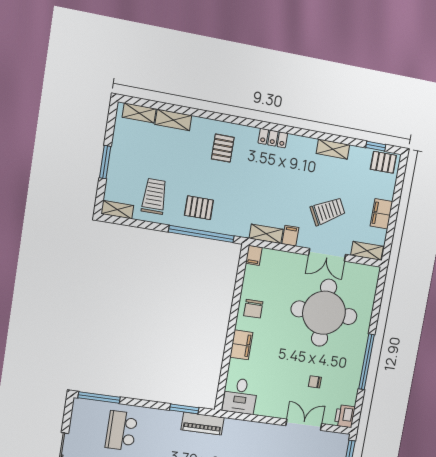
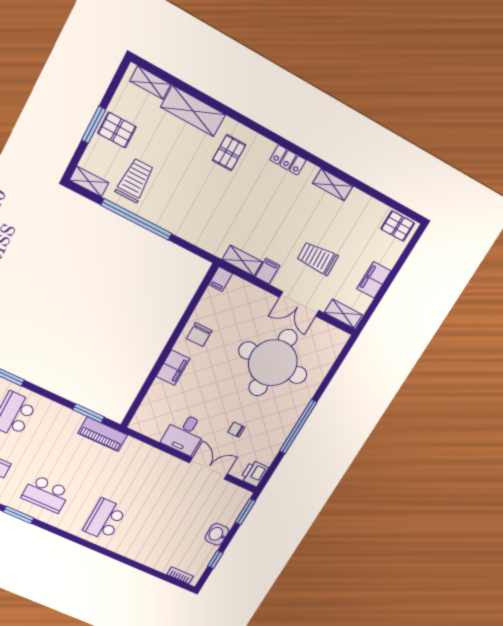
shelving: (173, 120) -> (193, 111), width x1.50, depth x1.33
window: (376, 146) -> (396, 206), removed
shelving: (333, 149) -> (333, 185), moved
pallet: (199, 208) -> (117, 130), moved
trolley: (328, 211) -> (317, 258), turned -153
window: (201, 234) -> (137, 220), moved
desk: (240, 396) -> (184, 434), moved

